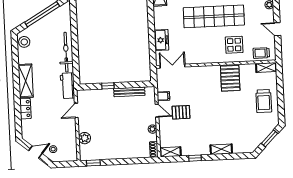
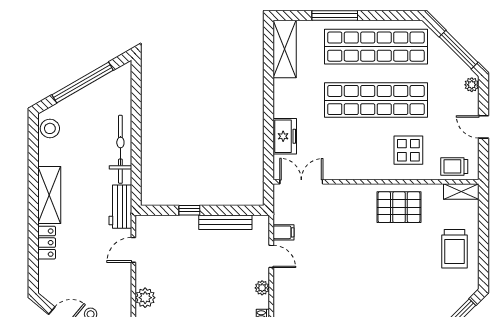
pallet: (230, 78) -> (399, 207), turned 90
pallet: (181, 112) -> (312, 261), removed

